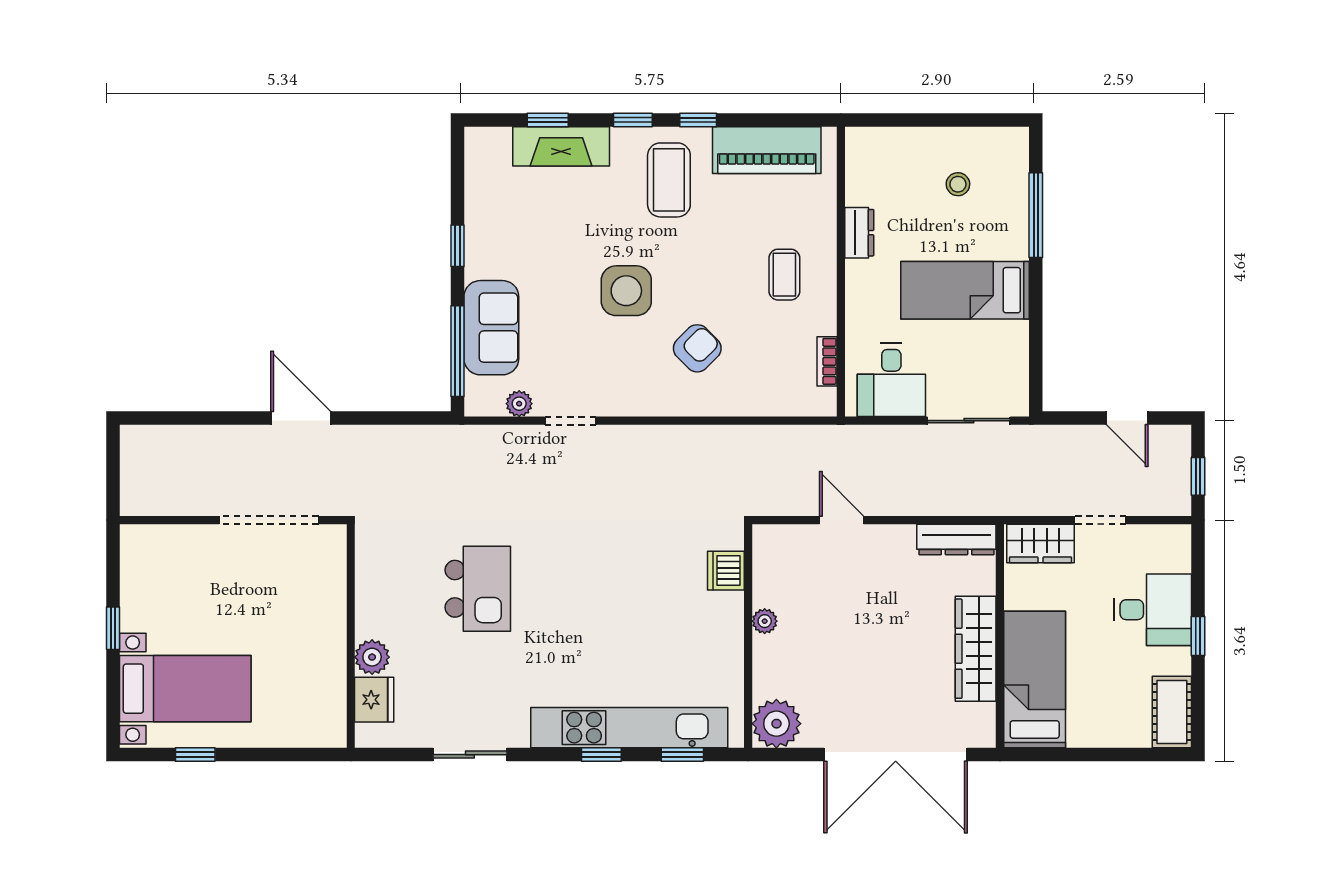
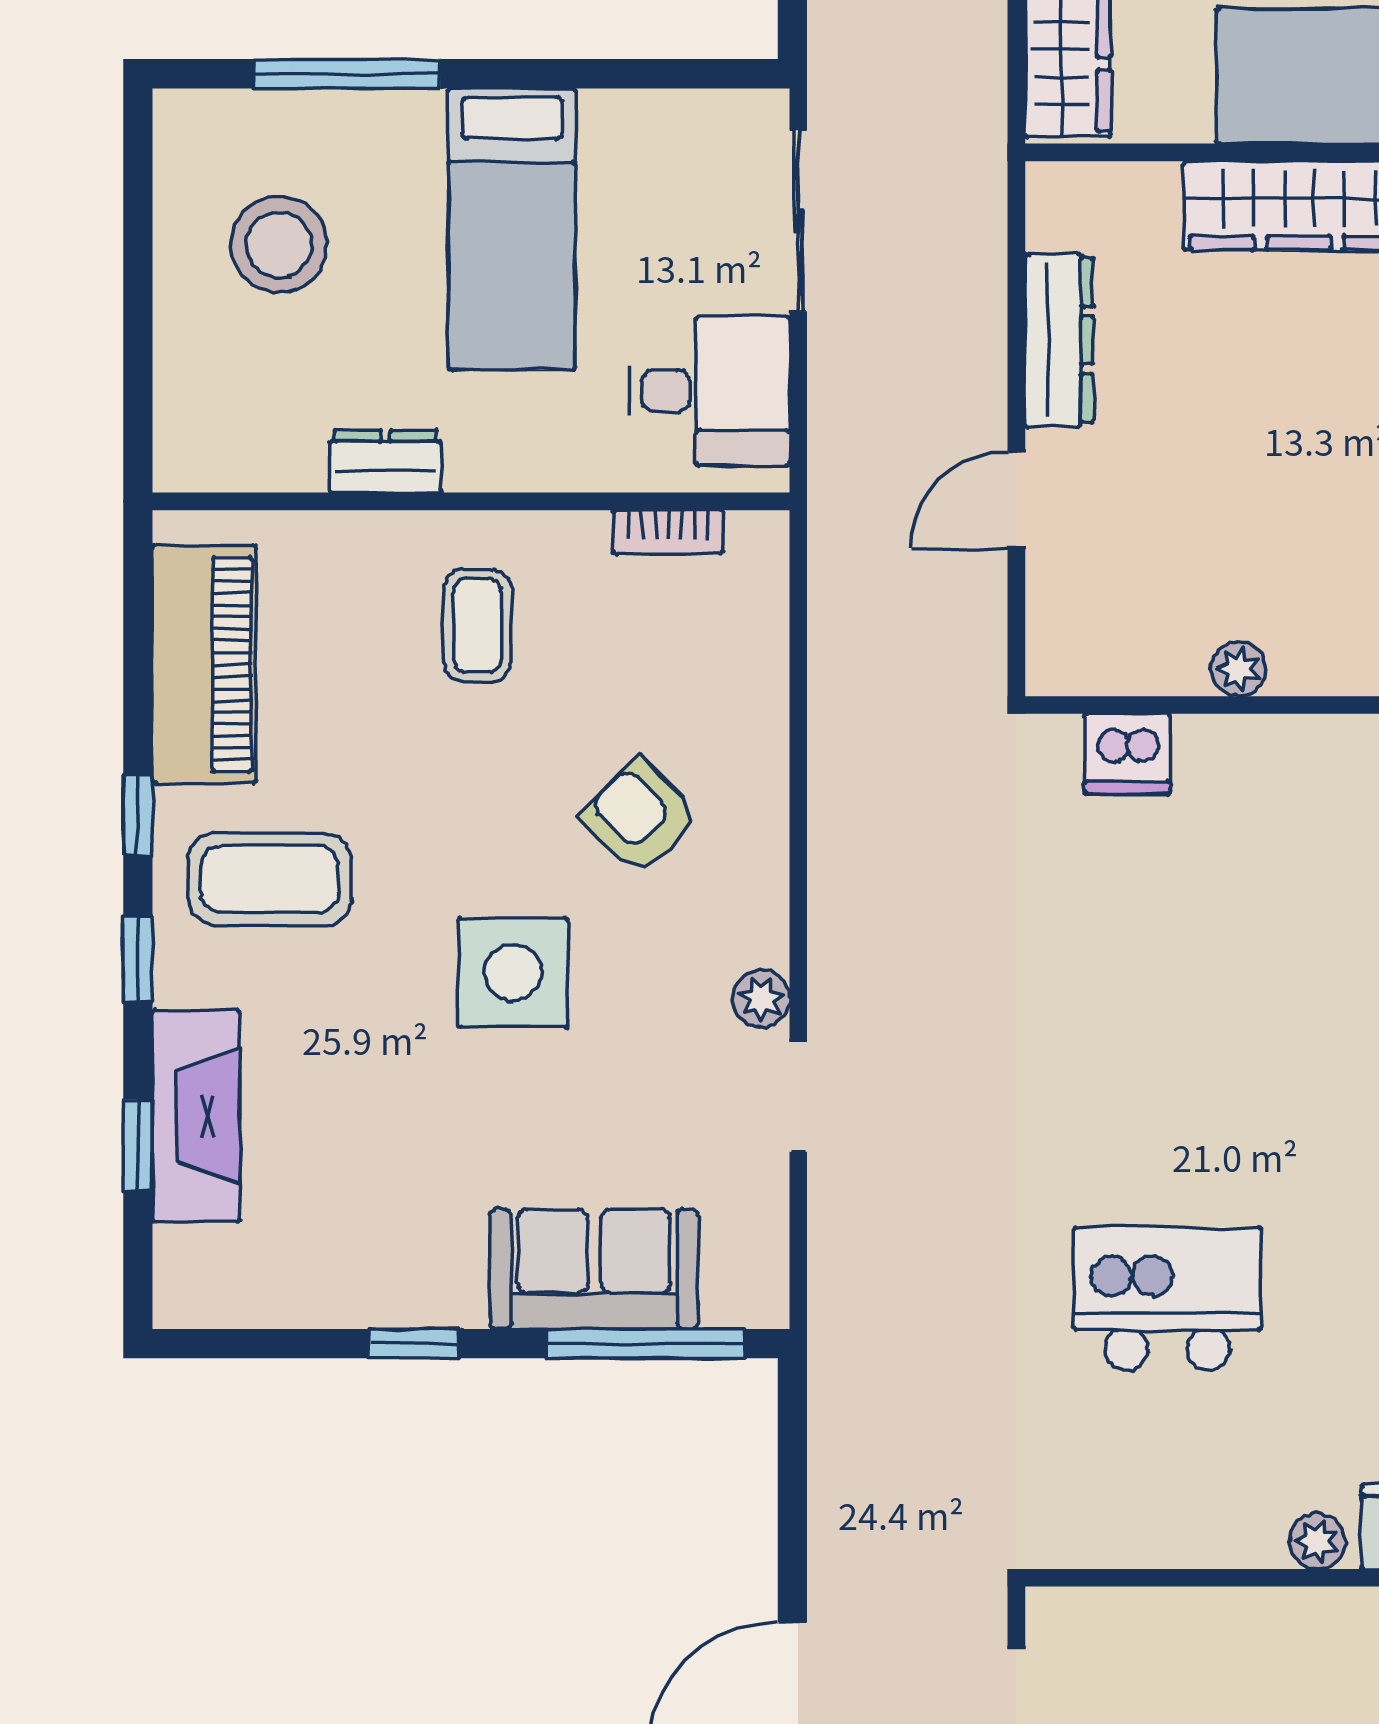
stool: (958, 184) -> (279, 245), width x1.89, depth x1.89
coffee table: (784, 275) -> (478, 626), turned 90
plant: (519, 404) -> (761, 999), moved
dresser: (956, 539) -> (1059, 340), moved
plant: (372, 657) -> (1317, 1541), width x0.73, depth x0.73

